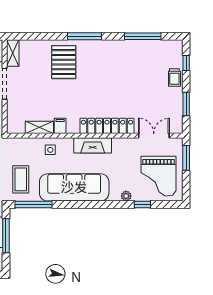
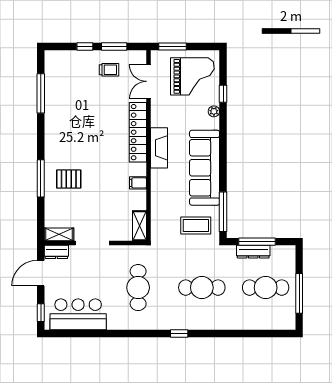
window: (85, 36) -> (41, 178), moved
pallet: (64, 62) -> (69, 179), width x0.67, depth x0.71
window: (186, 63) -> (85, 46), moved
trolley: (174, 77) -> (109, 70), moved
shelving: (39, 127) -> (139, 226), moved
side table: (50, 150) -> (164, 194), removed

